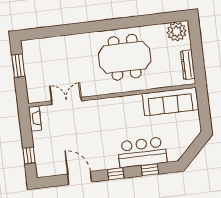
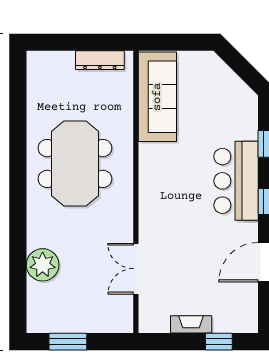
plant: (177, 32) -> (43, 265), moved
fireplace: (35, 119) -> (191, 324), moved
bar counter: (142, 152) -> (236, 181), moved

